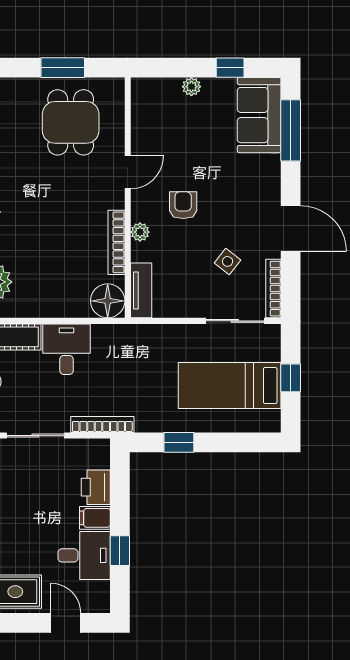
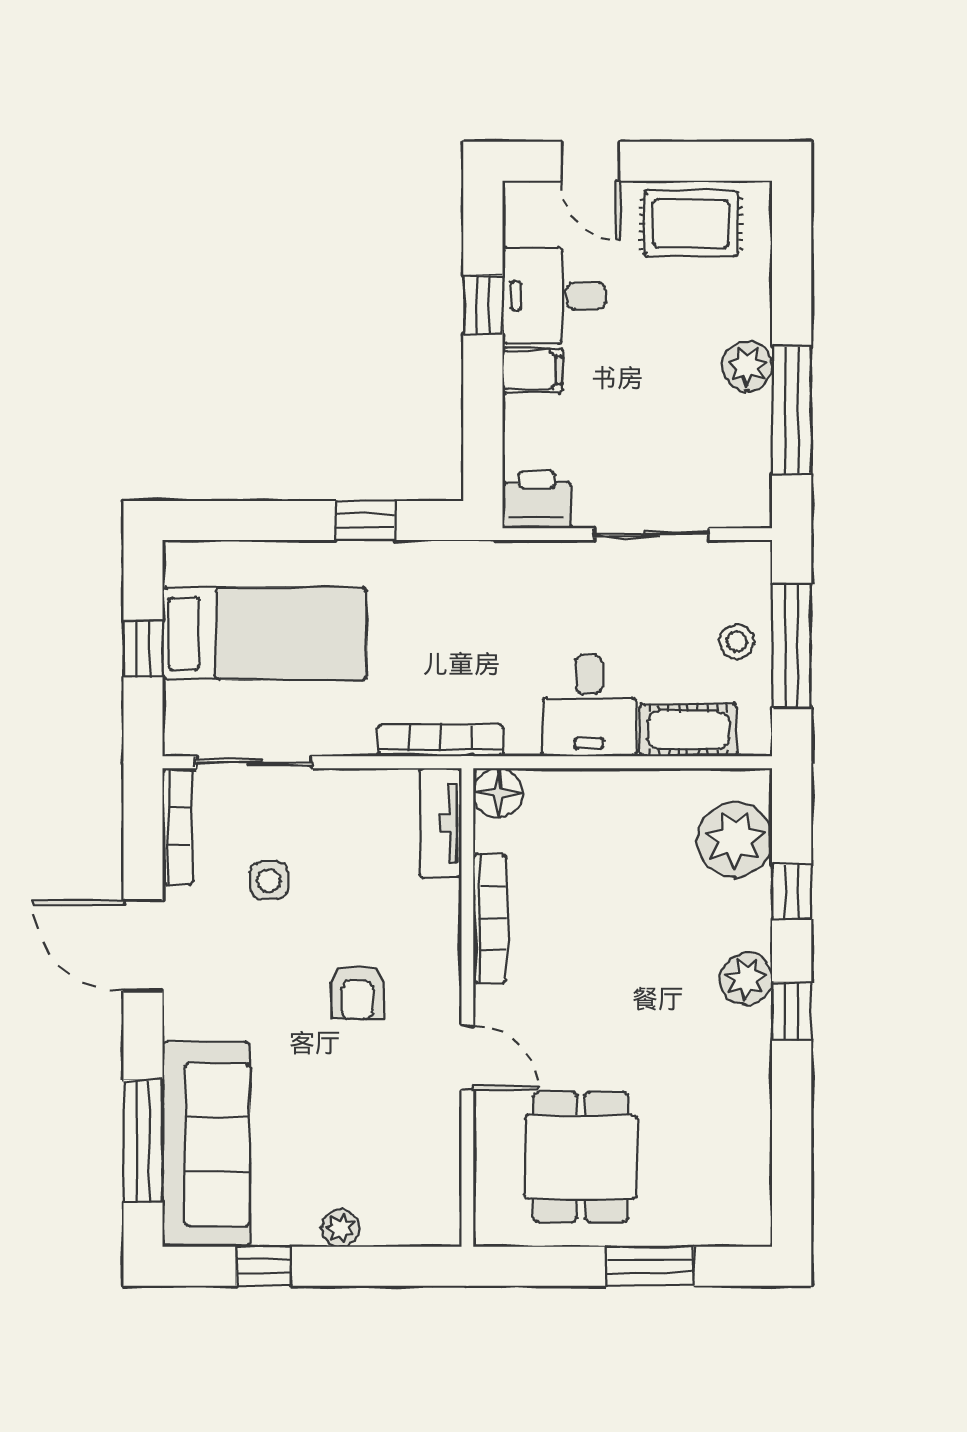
window: (63, 68) -> (650, 1266), moved
sofa: (259, 115) -> (206, 1145), width x1.36
door: (128, 172) -> (467, 1058), swing flipped
plant: (140, 232) -> (443, 939), removed
side table: (228, 261) -> (269, 880), turned -38
floor lamp: (108, 301) -> (498, 793), width x0.73, depth x0.73
bookcase: (102, 425) -> (441, 740), moved, turned 180
printer: (96, 487) -> (537, 500), moved, turned -90

